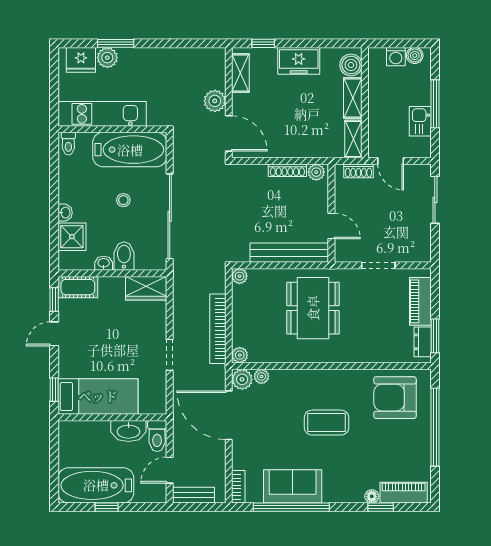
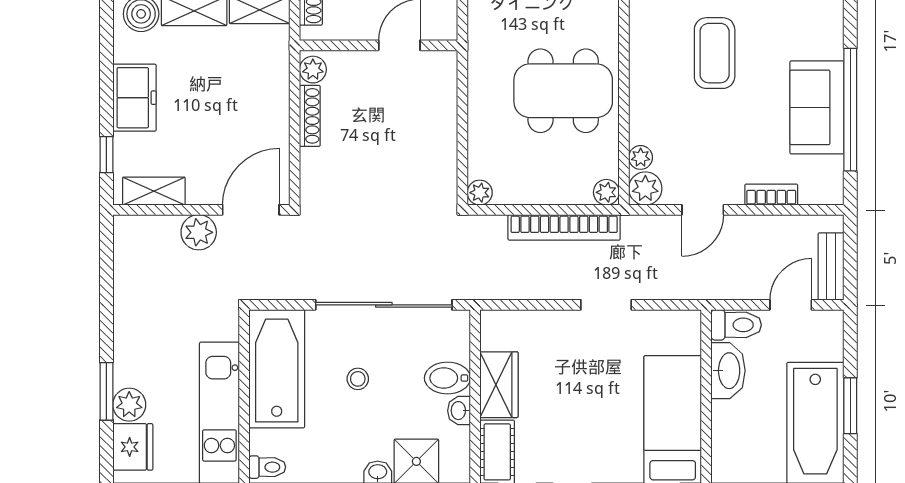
bench: (289, 253) -> (442, 113), removed
wardrobe: (146, 288) -> (499, 385), moved
dining table: (313, 308) -> (563, 91), moved
door: (229, 415) -> (703, 210), width x0.53
door: (170, 470) -> (791, 305), swing flipped
bookcase: (238, 487) -> (771, 195), moved
window: (107, 507) -> (850, 406), width x1.50

